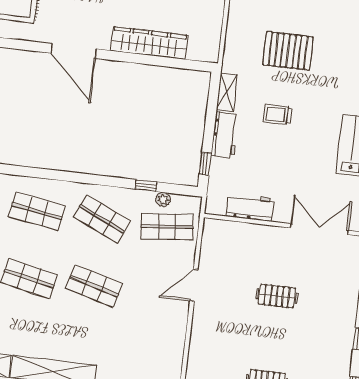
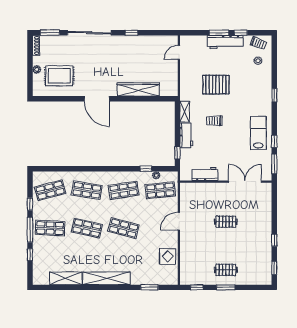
shop shelf: (102, 219) -> (124, 190), turned -33
display table: (166, 346) -> (168, 256), added

